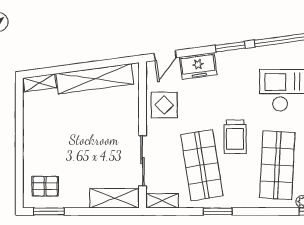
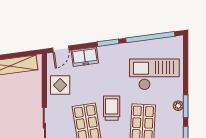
trolley: (235, 137) -> (112, 108), turned 180

